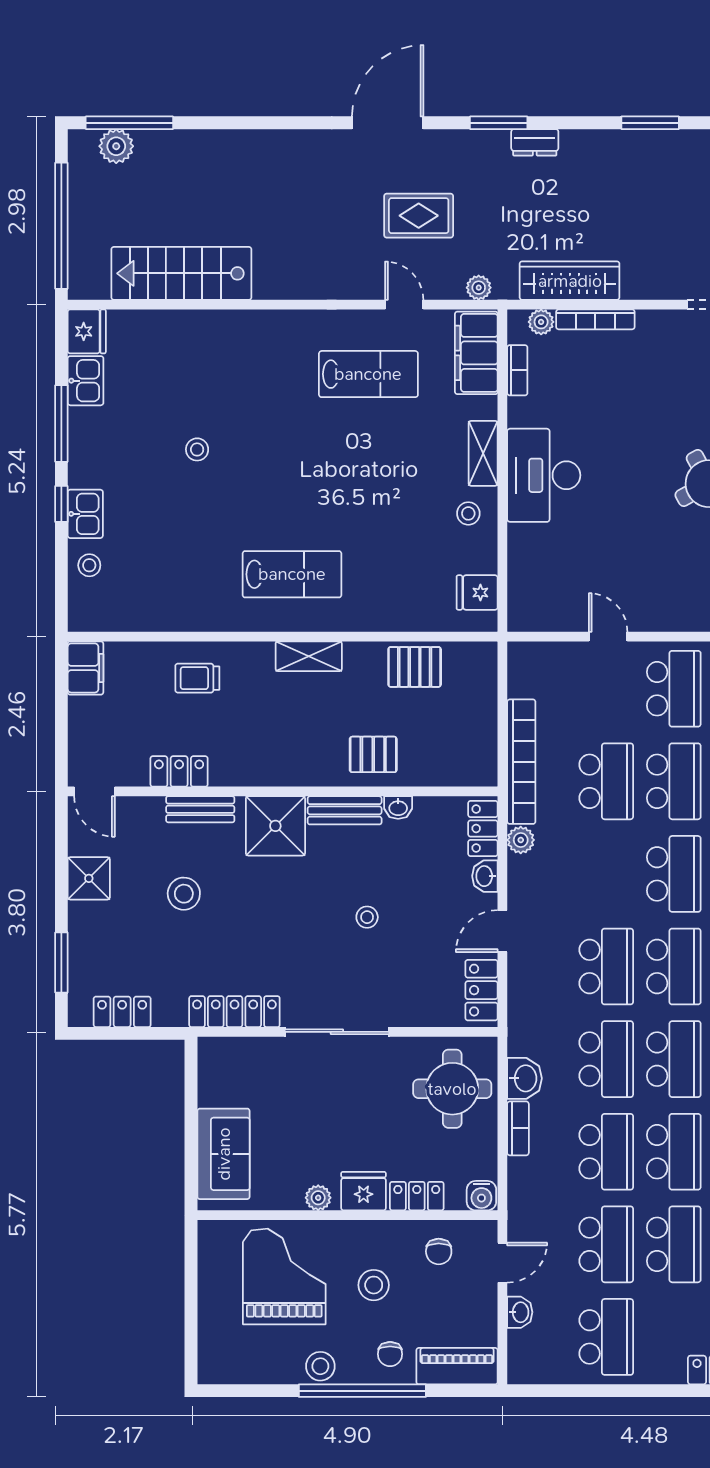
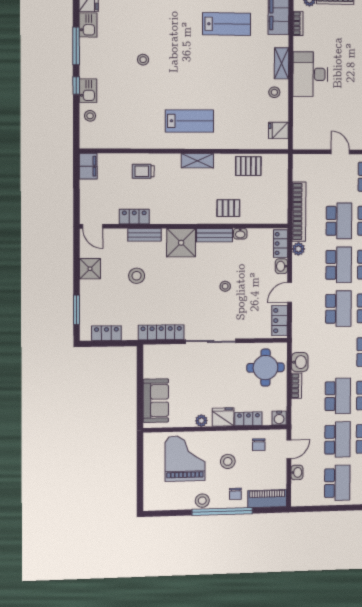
school desk: (606, 1059) -> (339, 265), moved

